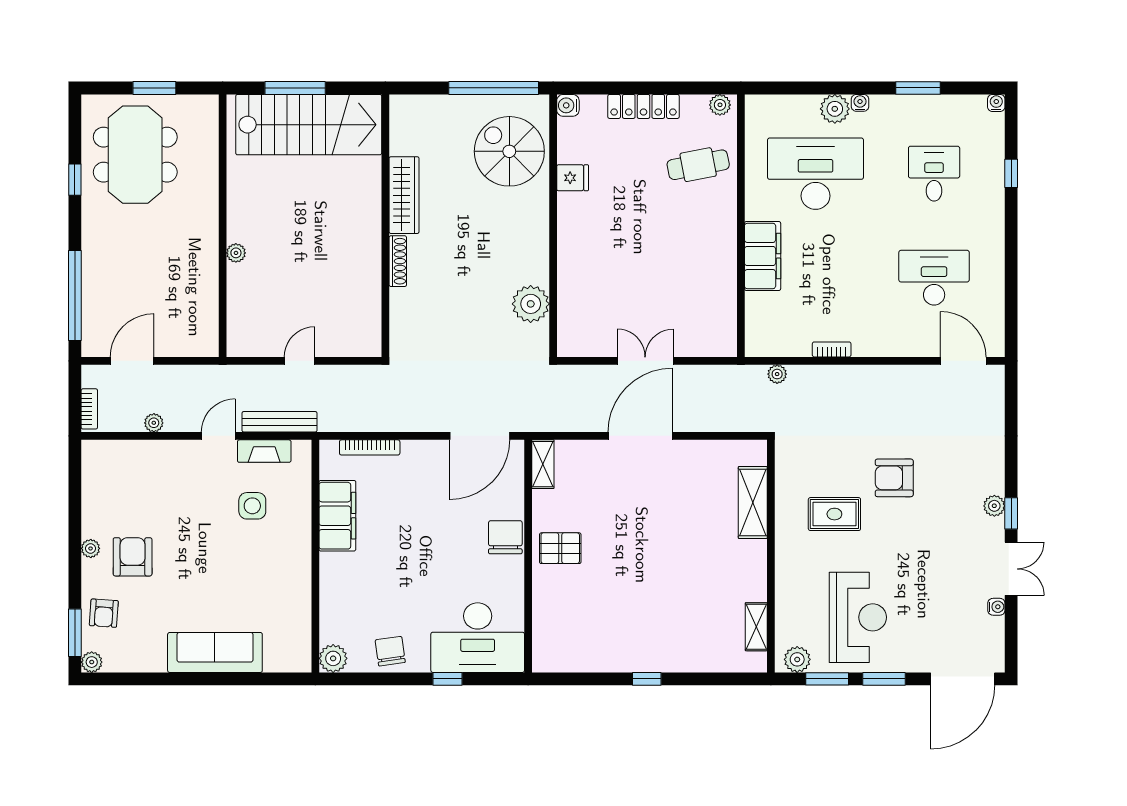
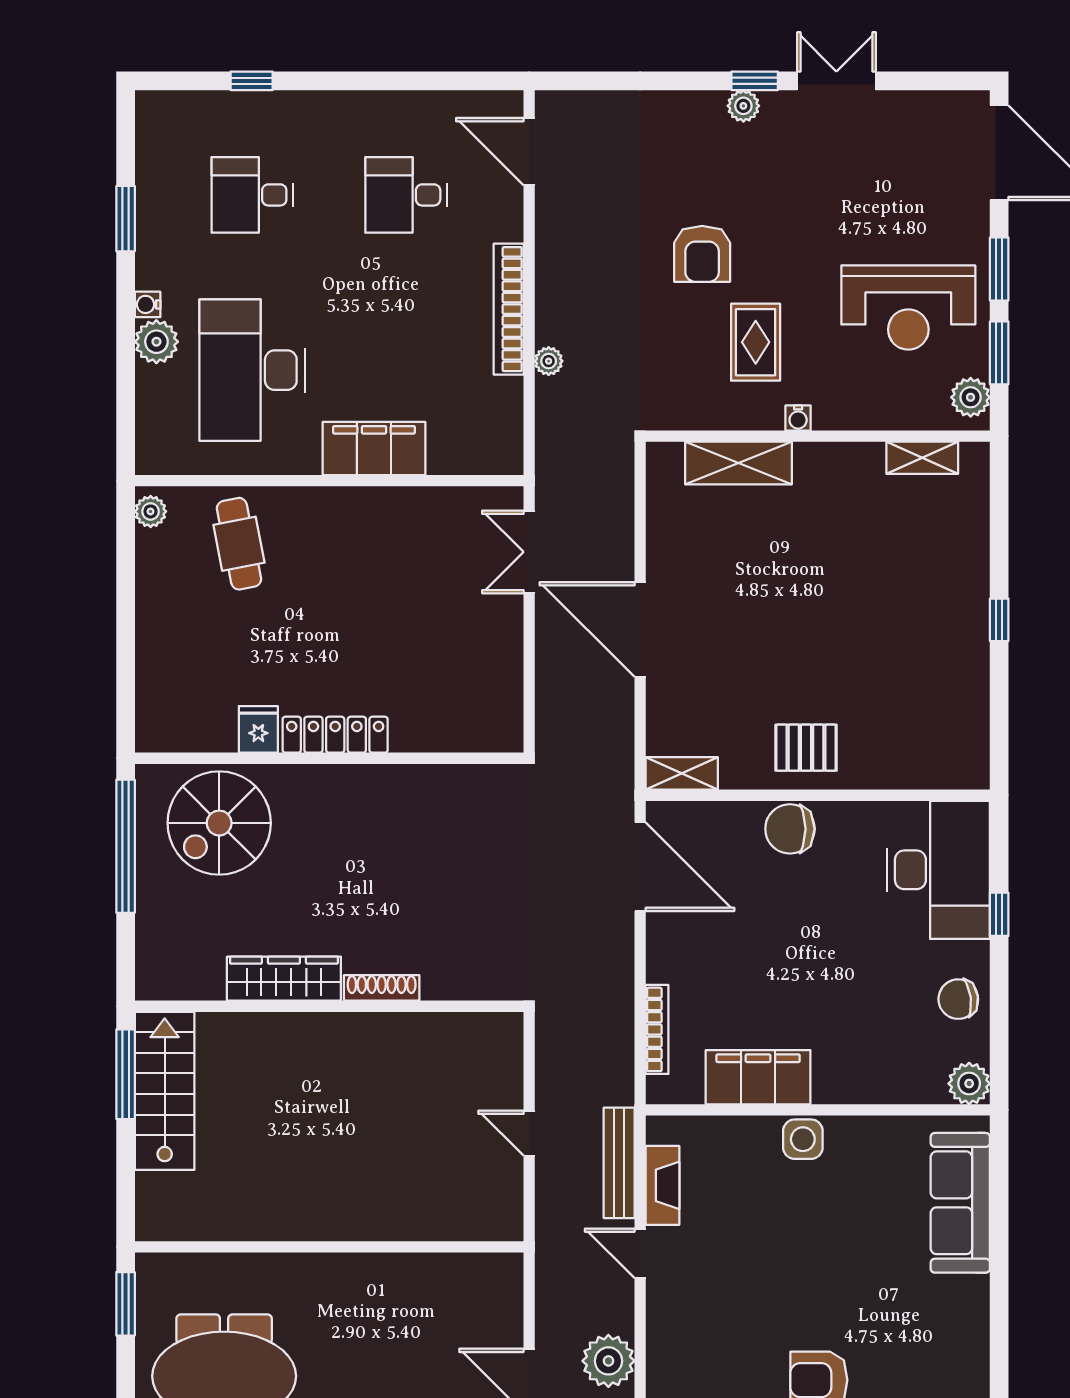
window: (154, 88) -> (126, 1304), moved
window: (295, 88) -> (126, 1074), moved
water cooler: (996, 103) -> (148, 103), removed
water cooler: (568, 105) -> (151, 736), removed
locker: (644, 106) -> (335, 735), moved, turned -90
stairs: (309, 125) -> (165, 1091), width x0.73, depth x0.66
plant: (236, 253) -> (369, 1227), removed
desk: (934, 278) -> (406, 195), width x0.73
plant: (531, 304) -> (445, 791), removed
bookcase: (832, 349) -> (509, 309), width x2.31, depth x1.31
double door: (645, 361) -> (529, 552), moved
door: (963, 361) -> (529, 152), hinge flipped
plant: (777, 374) -> (549, 361), moved
plant: (154, 423) -> (608, 1361), width x1.87, depth x1.87
side table: (252, 506) -> (803, 1139), moved
pallet: (560, 548) -> (806, 748), turned 90
water cooler: (996, 607) -> (798, 418), moved, turned 180
reception desk: (858, 617) -> (908, 308), turned 180
sofa: (215, 652) -> (960, 1203), moved

